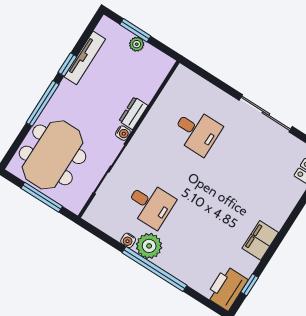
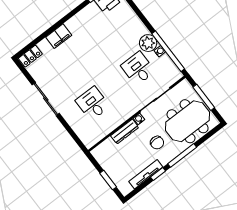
plant: (137, 44) -> (110, 171), removed
chair: (85, 109) -> (157, 143), added
dresser: (133, 113) -> (125, 132), width x1.44
filing cabinet: (260, 240) -> (59, 36), moved
window: (154, 269) -> (168, 51), moved

